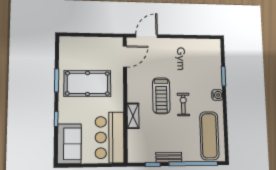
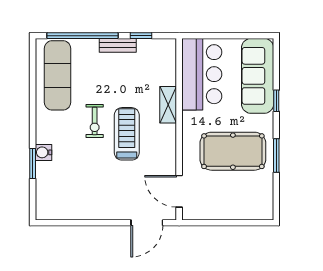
door: (125, 56) -> (179, 191), hinge flipped
water cooler: (217, 95) -> (43, 152), moved
sofa: (69, 144) -> (258, 76), width x1.36

